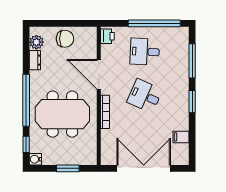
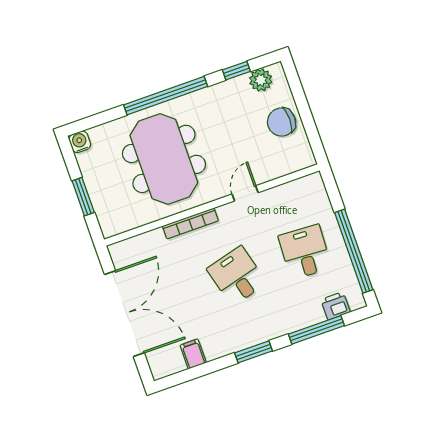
printer: (107, 36) -> (336, 306), moved, turned 180
chair: (65, 39) -> (281, 122), turned 90
dresser: (35, 60) -> (232, 87), removed
door: (99, 74) -> (245, 193), width x0.53
desk: (145, 96) -> (237, 276), turned -39
window: (26, 144) -> (236, 71), moved

